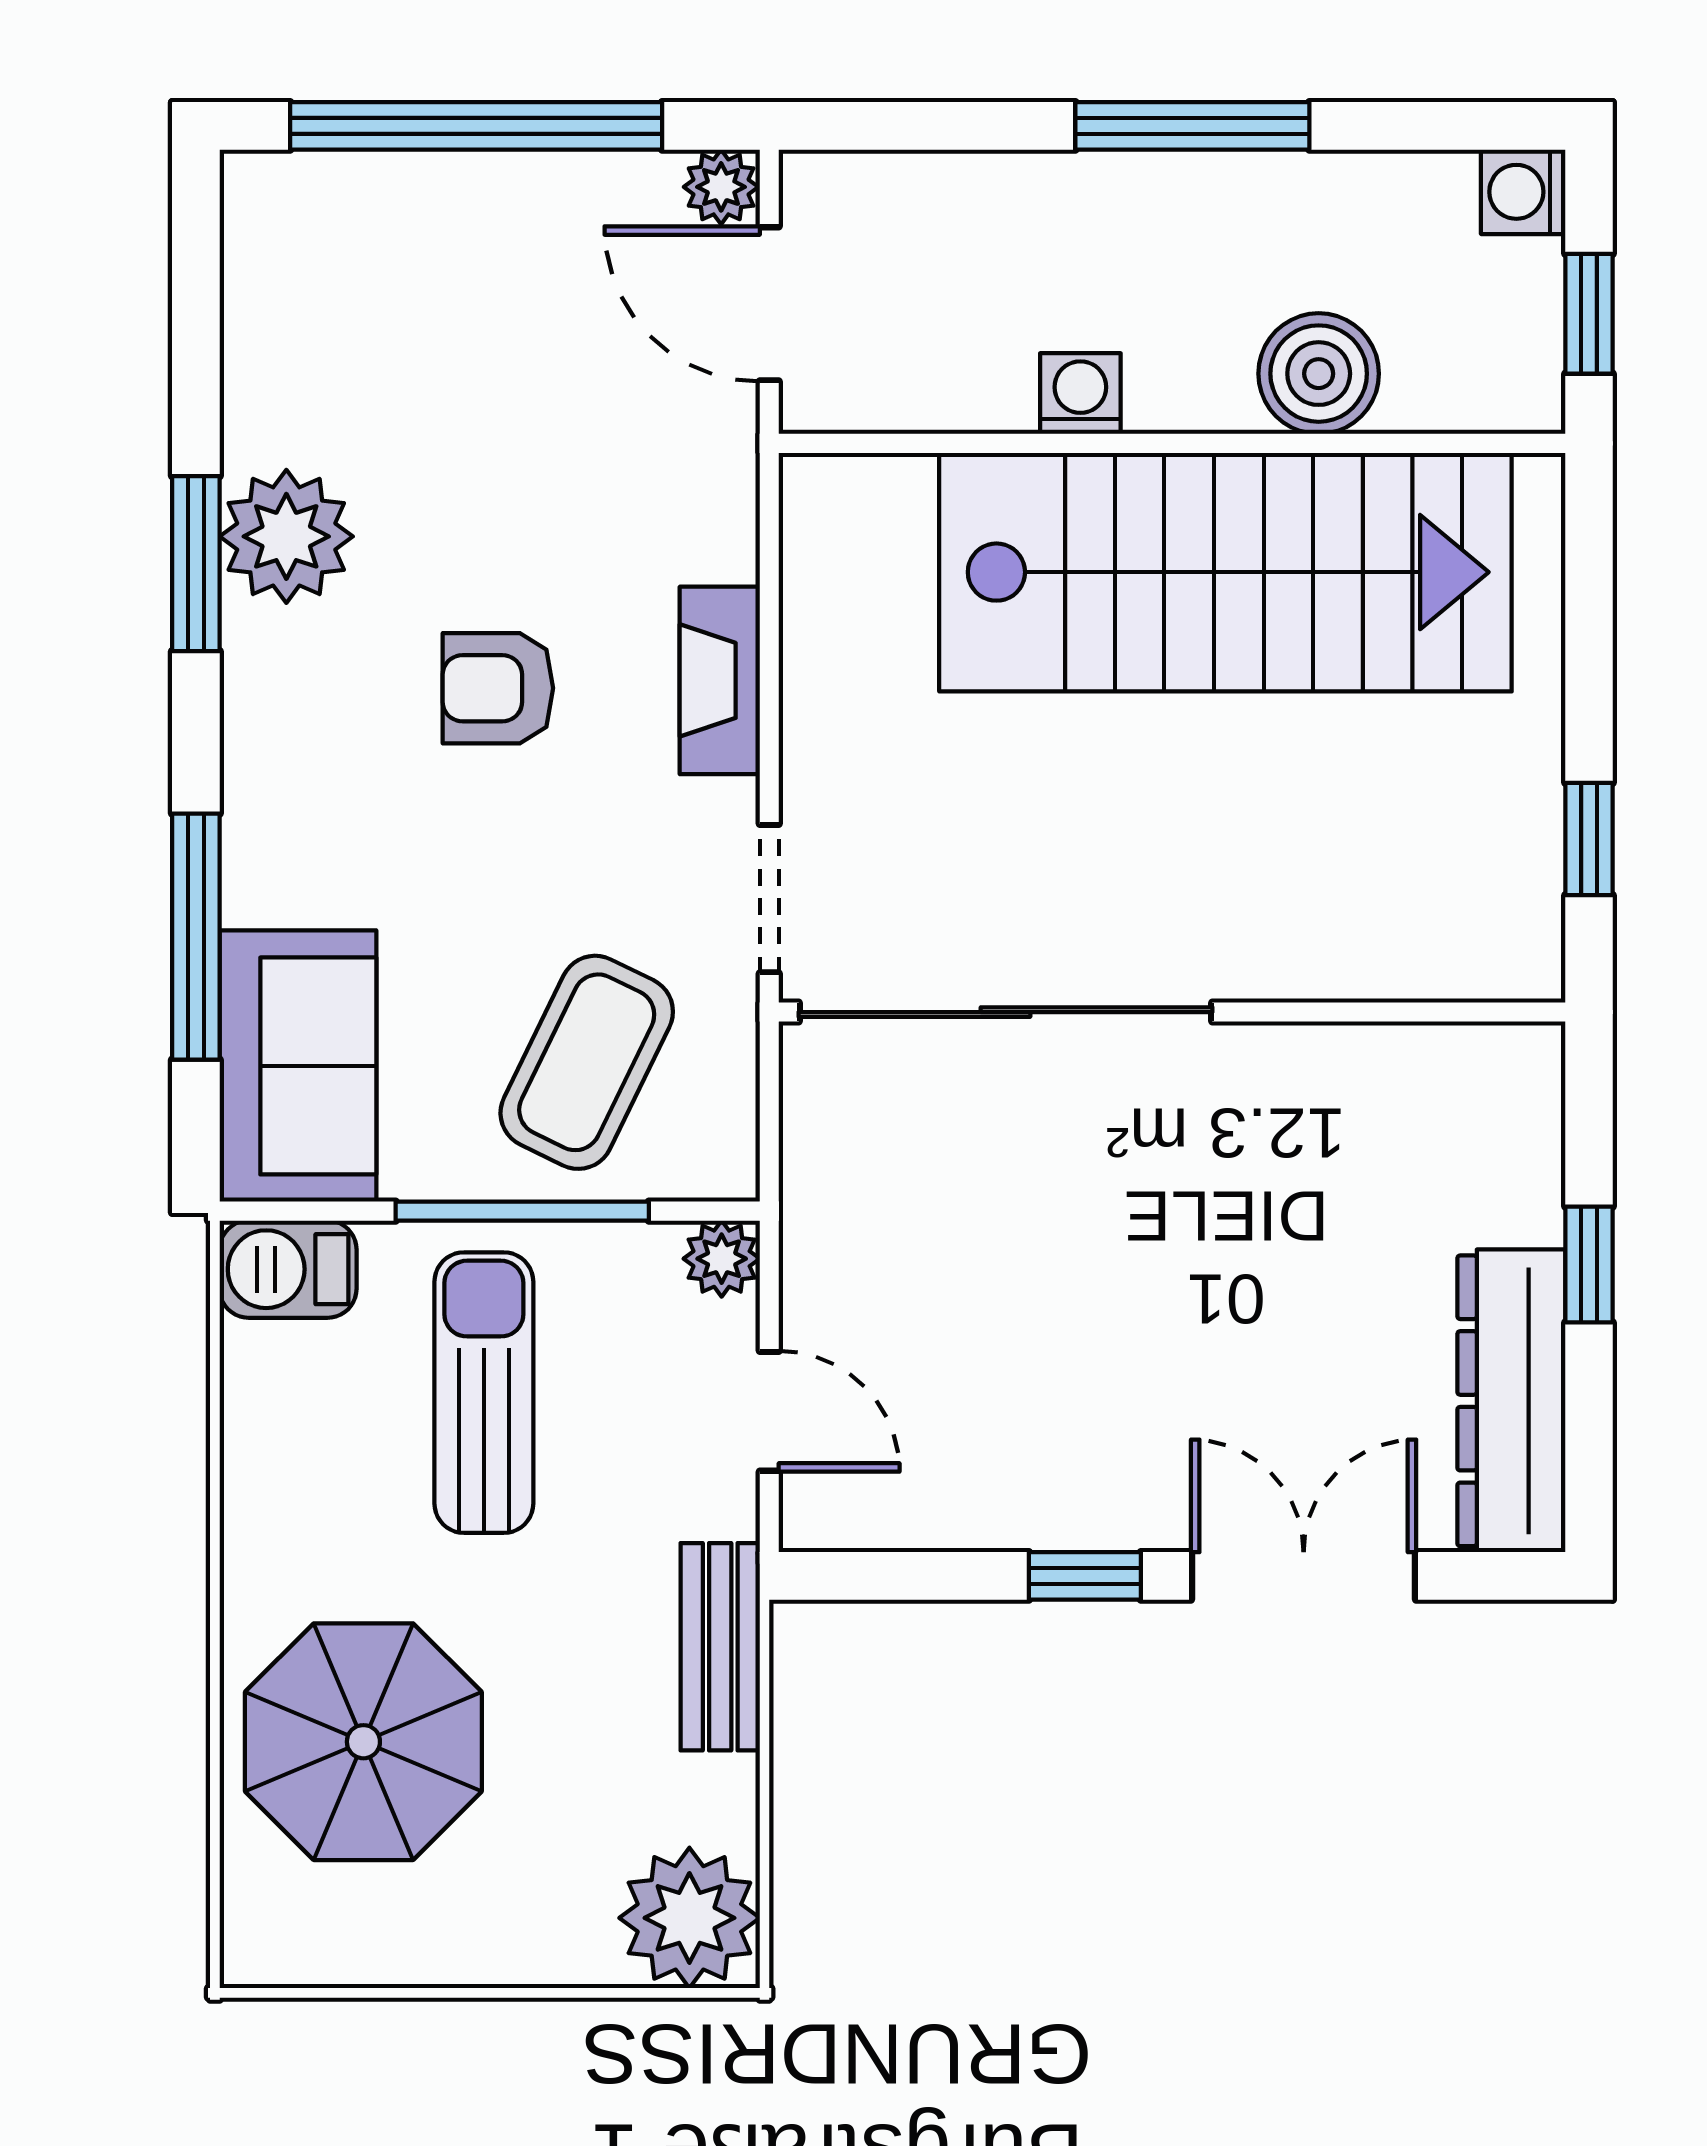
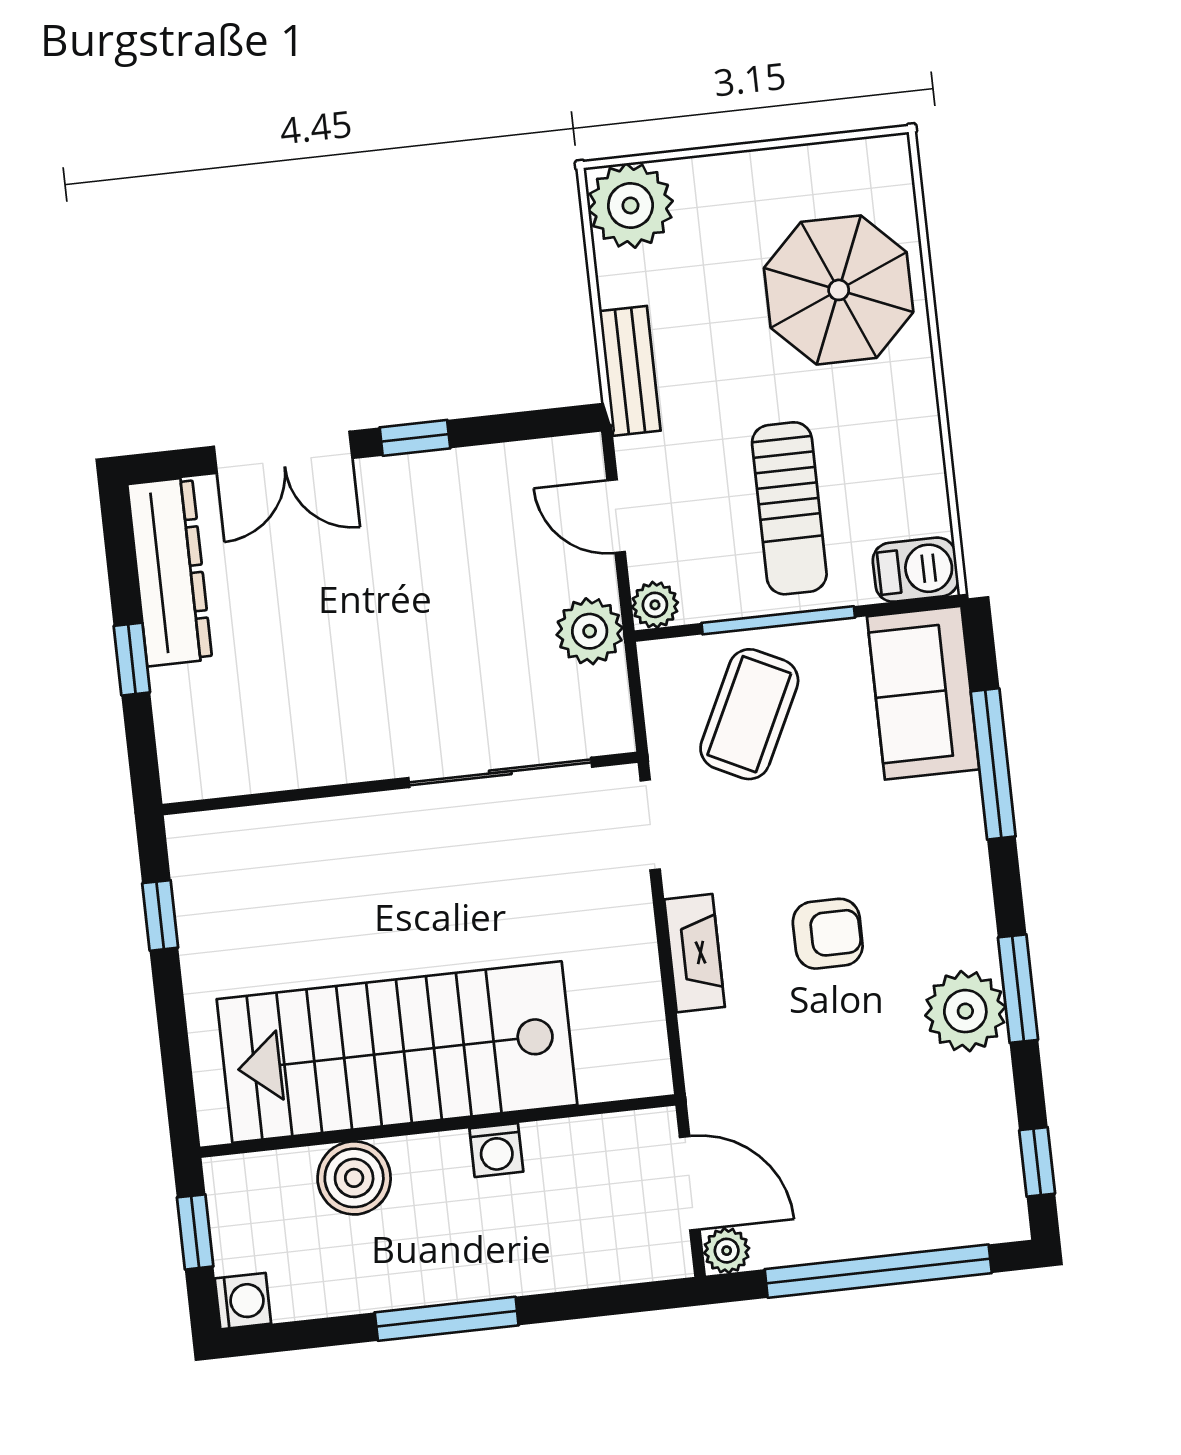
window: (196, 276) -> (1037, 1162), added
sliding door: (1006, 1012) -> (500, 772), width x0.73
plant: (834, 1227) -> (590, 631), added

